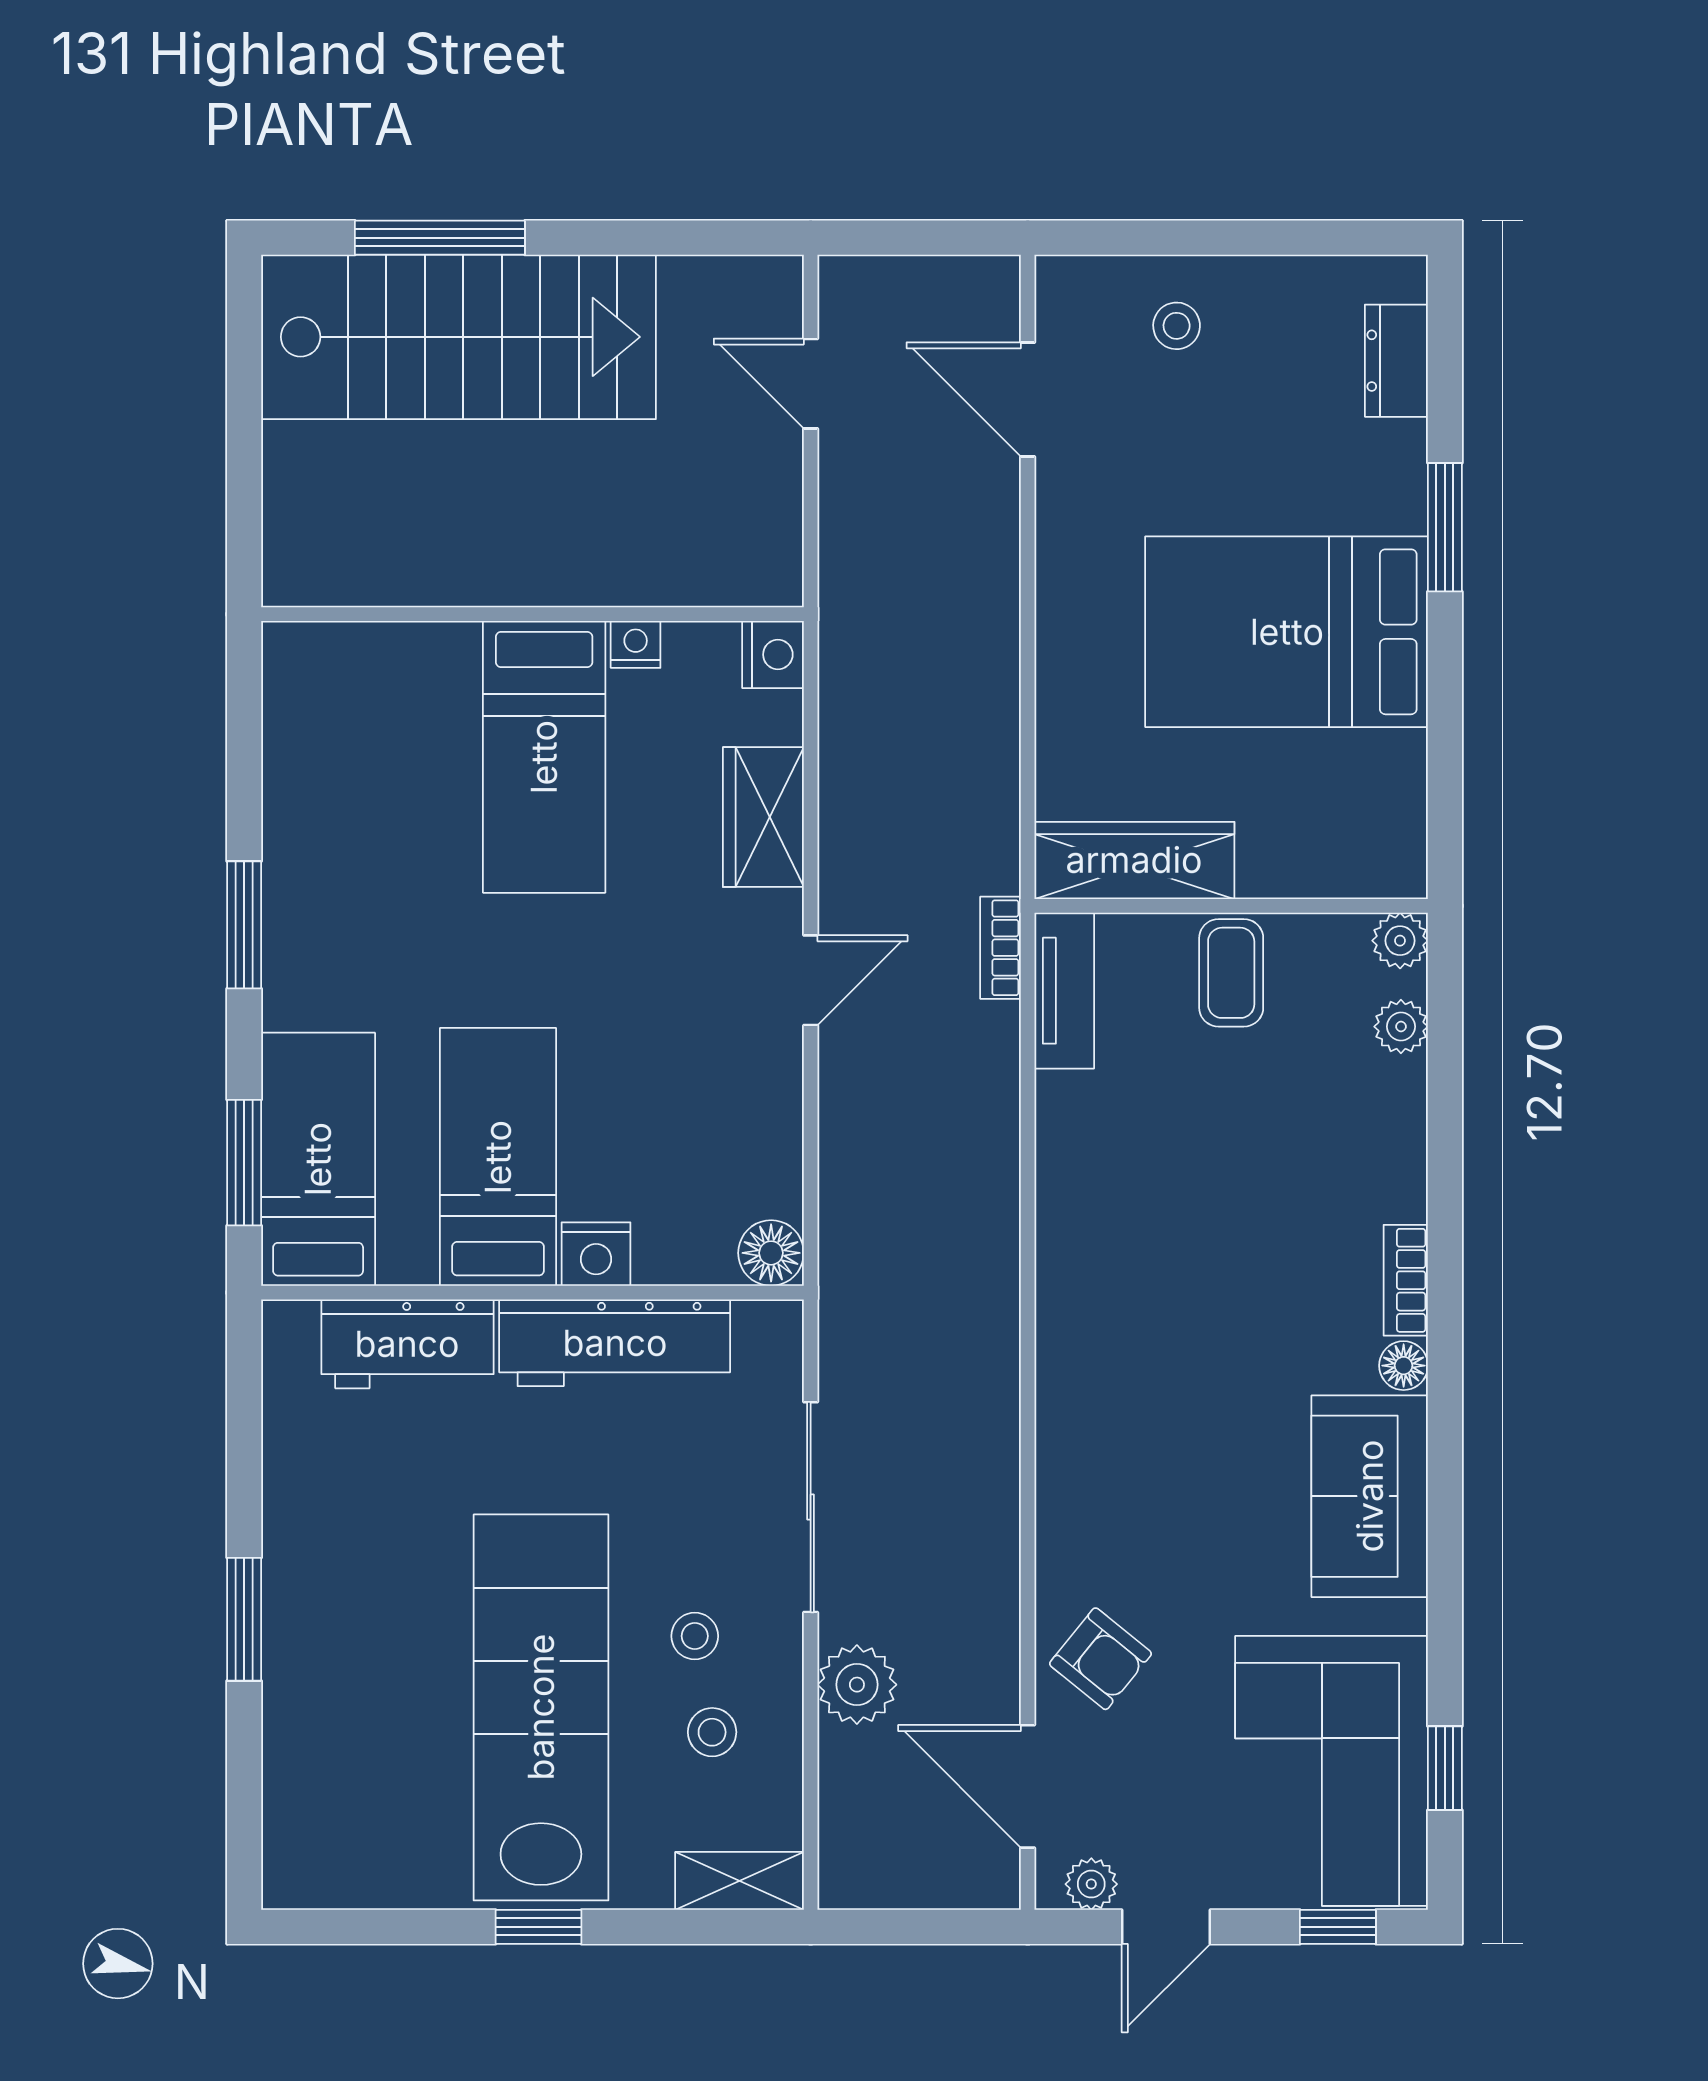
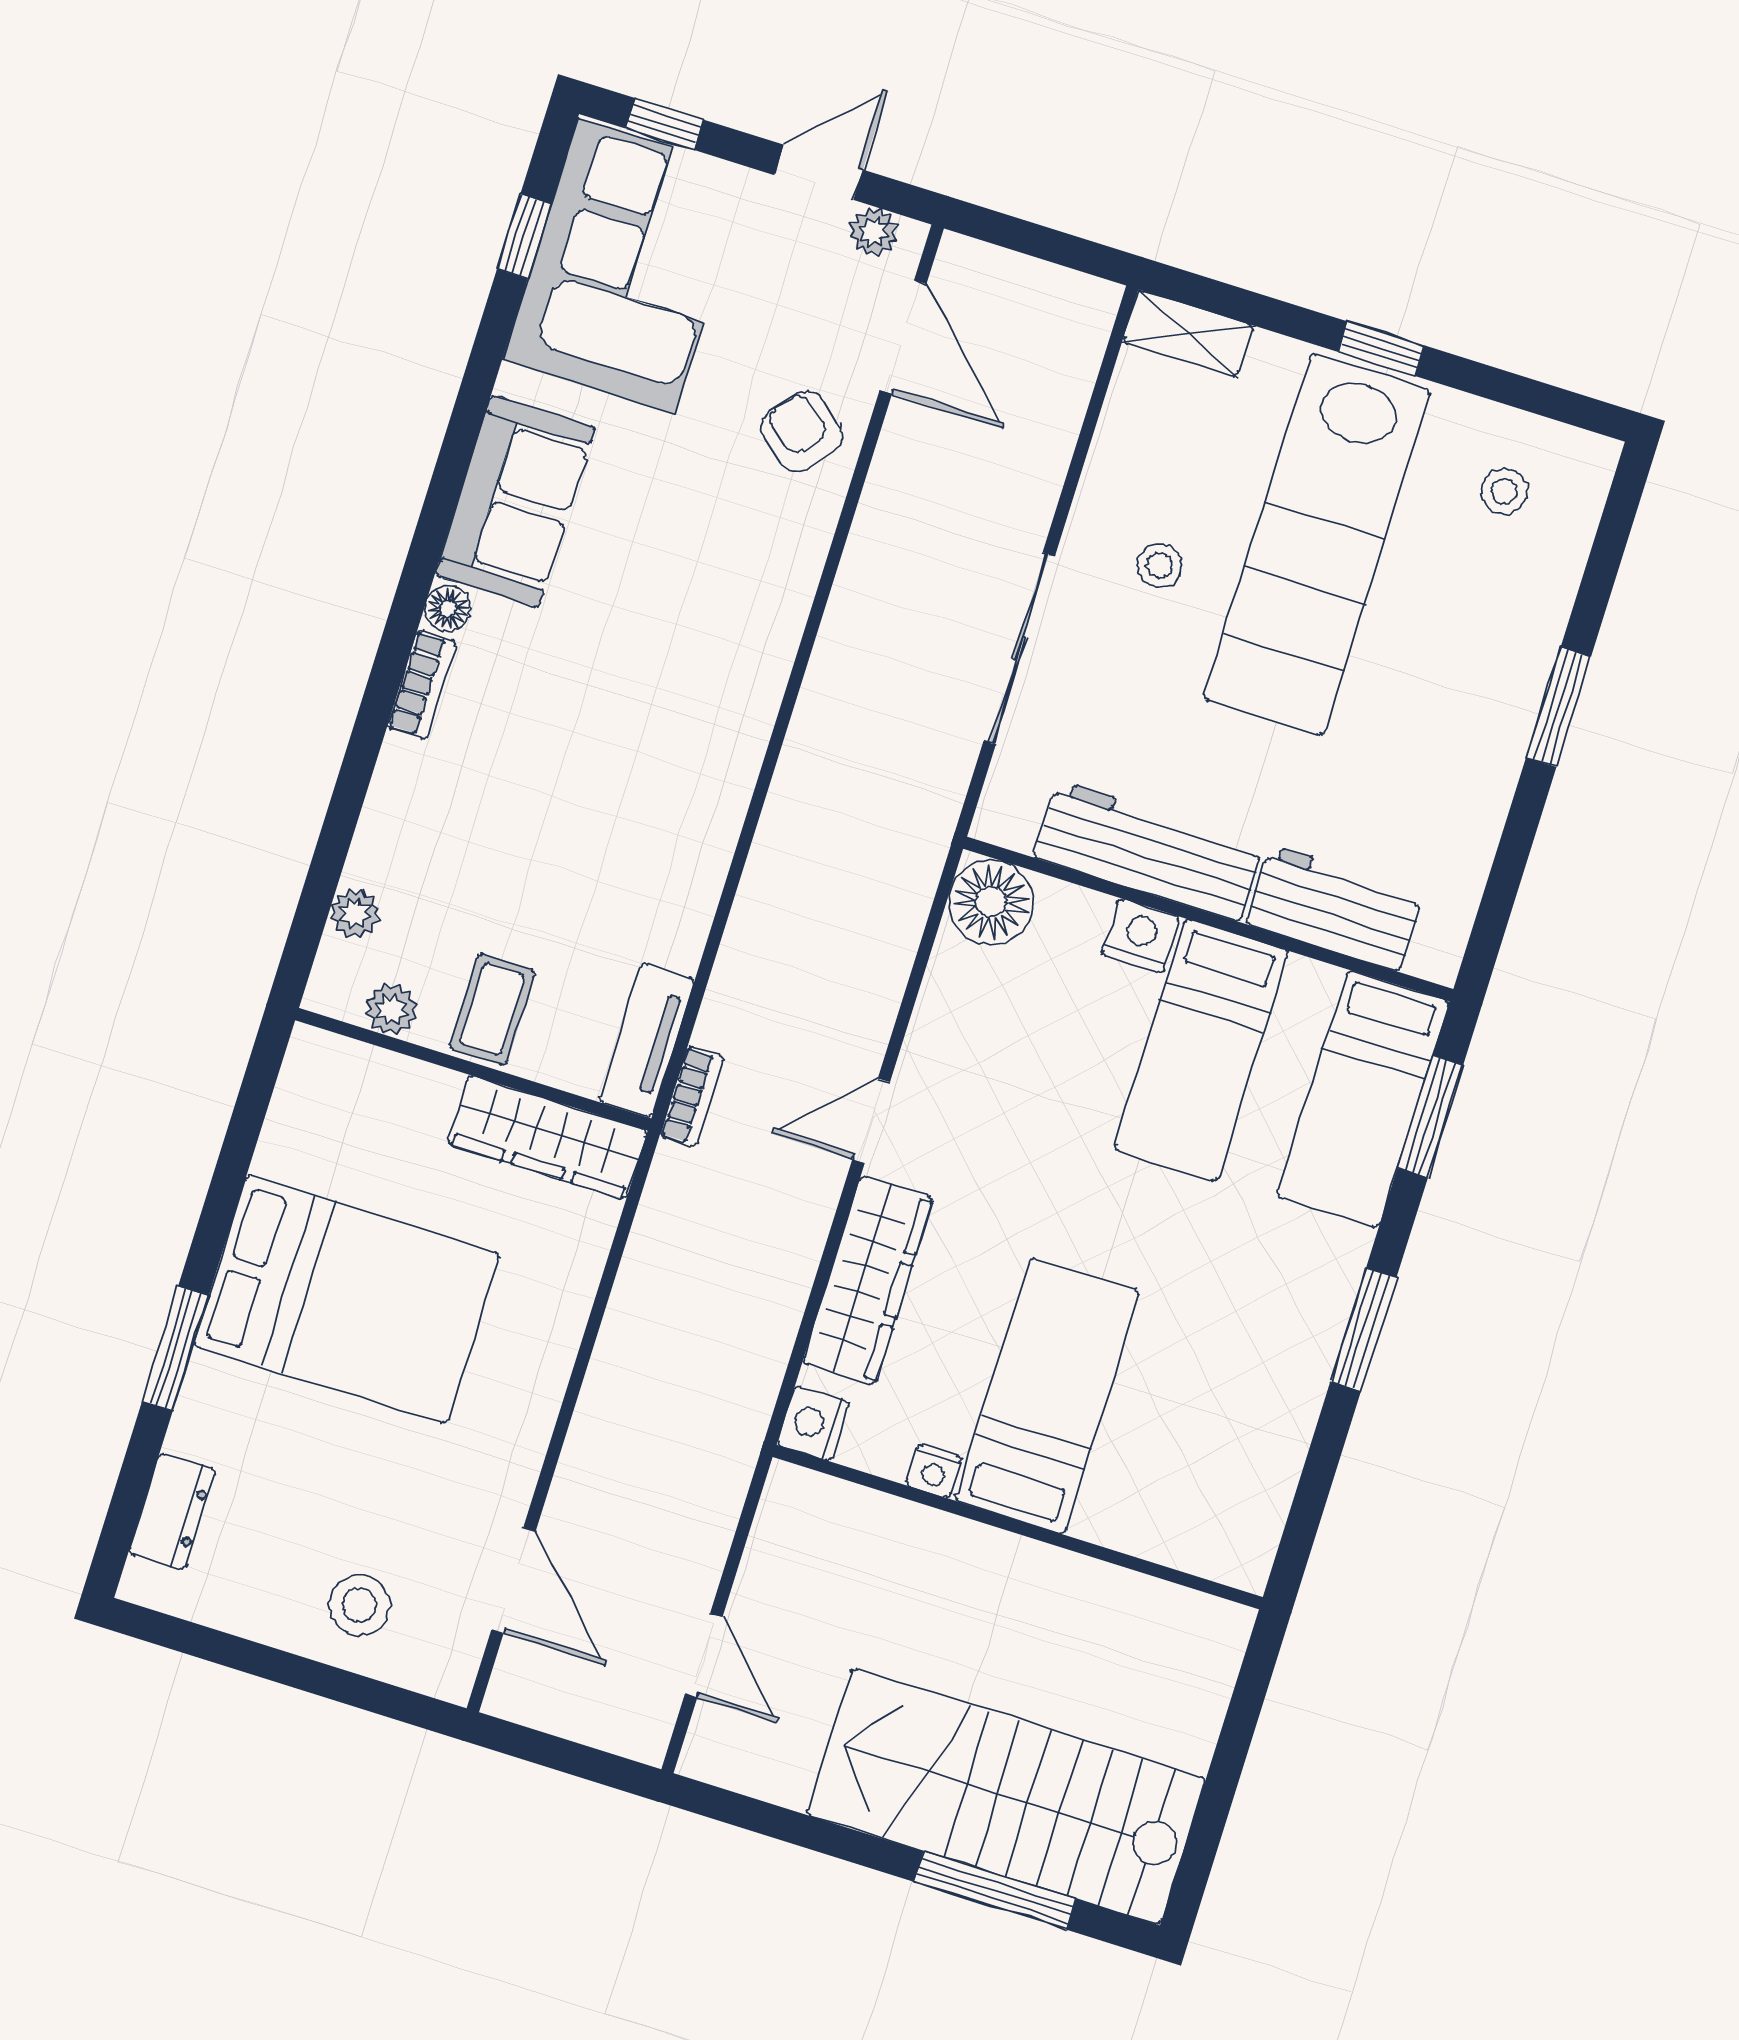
stool: (1177, 326) -> (359, 1605), width x1.37, depth x1.37
wardrobe: (763, 817) -> (868, 1280), width x1.50
plant: (1400, 941) -> (391, 1009), moved
floor lamp: (771, 1253) -> (991, 902), width x1.38, depth x1.38
plant: (857, 1685) -> (1028, 476), removed
stool: (712, 1732) -> (1504, 491), moved

